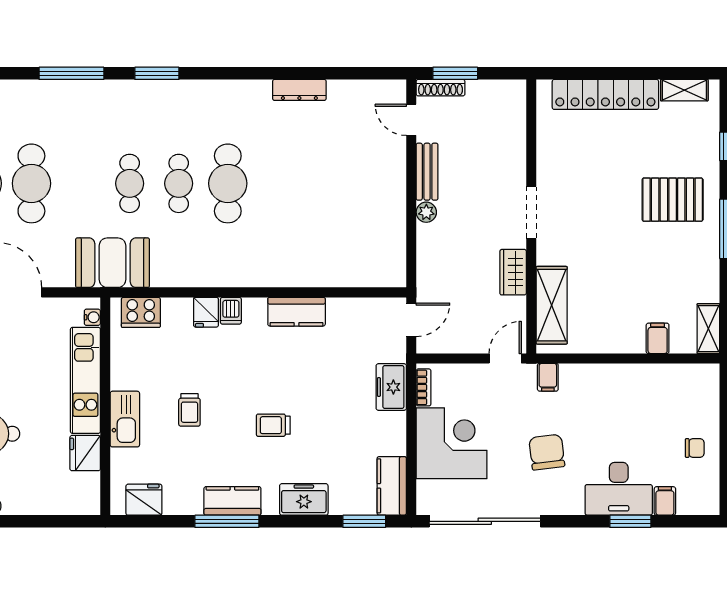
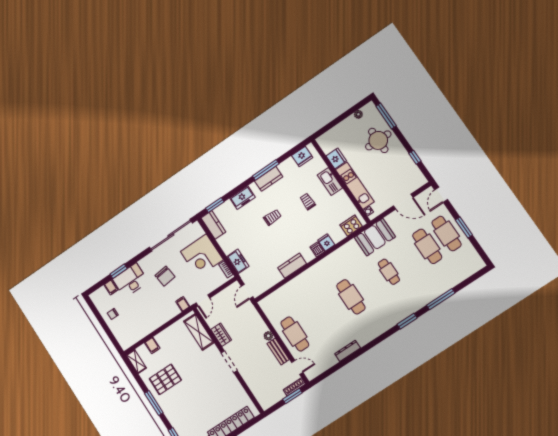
cafe table: (179, 183) -> (295, 334), moved, width x1.37, depth x1.35
pallet: (673, 200) -> (165, 379), moved

